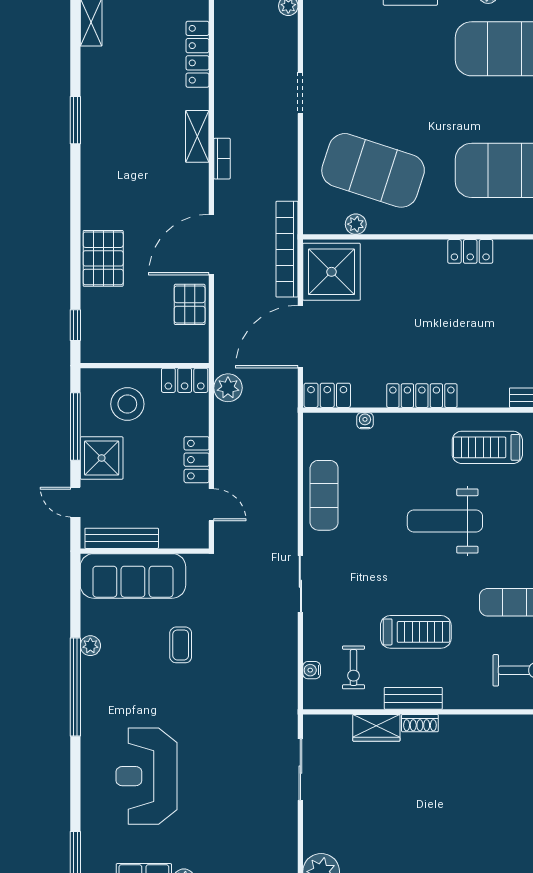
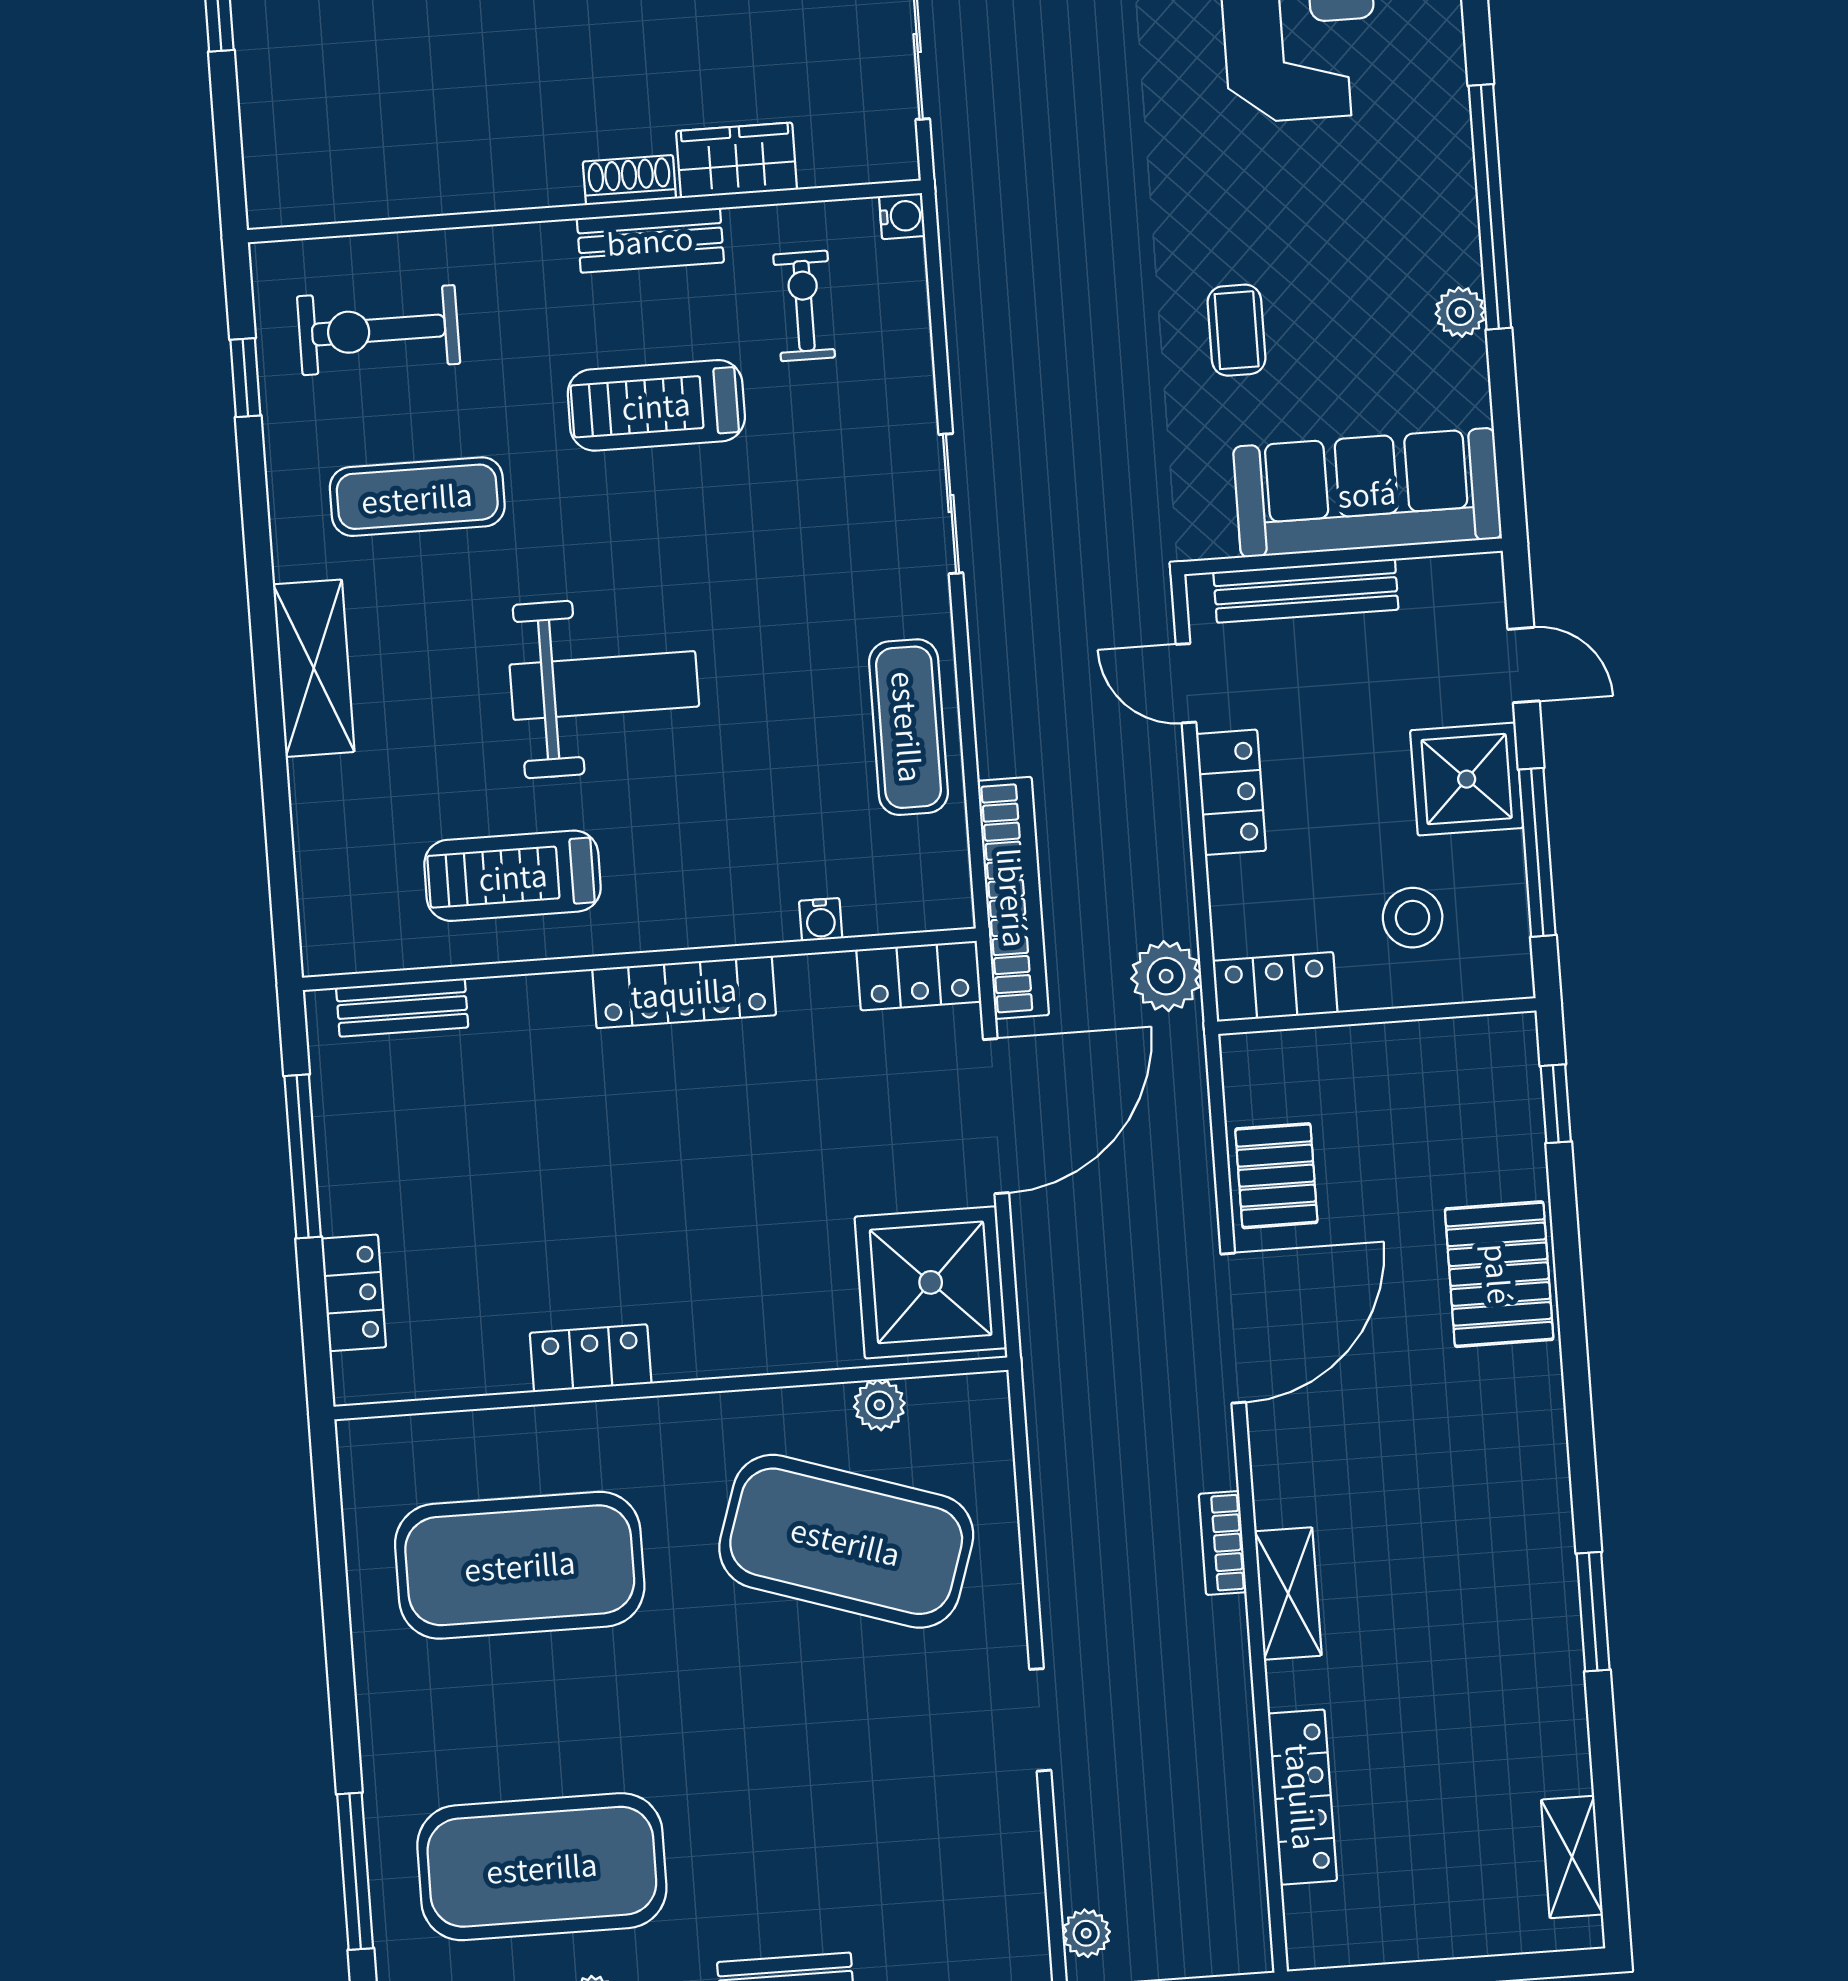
bookcase: (287, 249) -> (1013, 898), moved
stool: (127, 404) -> (1413, 918), width x0.73, depth x0.73
treadmill: (487, 447) -> (513, 876), turned 180
bench: (122, 538) -> (1306, 591), moved
water cooler: (312, 670) -> (902, 216), moved

